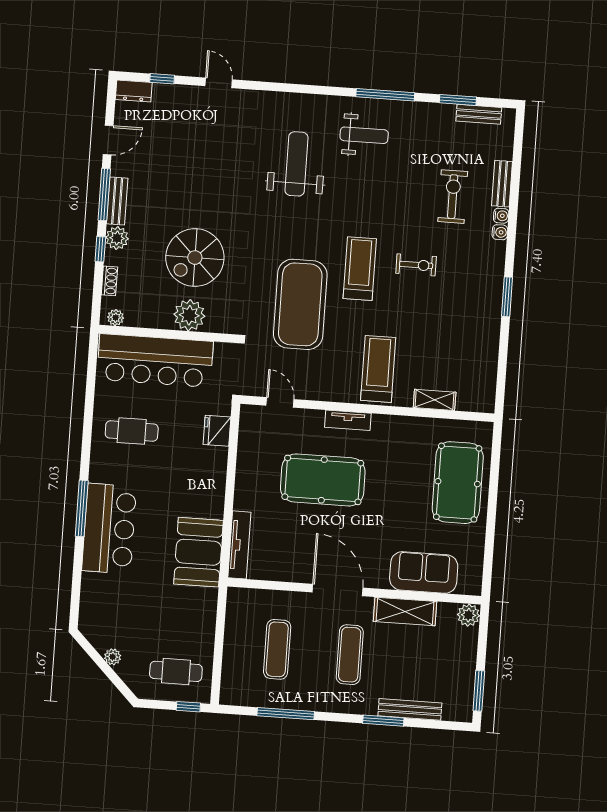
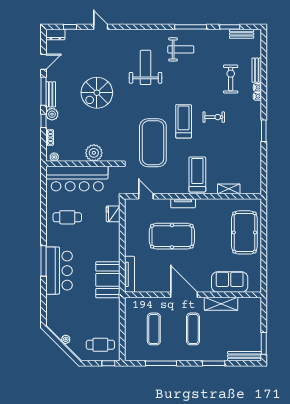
spiral stairs: (195, 258) -> (97, 93), moved
plant: (469, 615) -> (255, 303), removed
bench: (410, 709) -> (245, 356), moved

